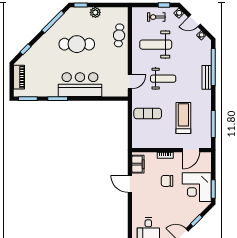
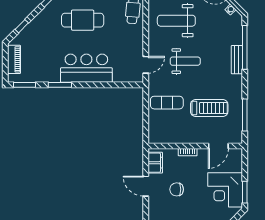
treadmill: (183, 118) -> (209, 108), turned 90
chair: (167, 181) -> (177, 189), moved

